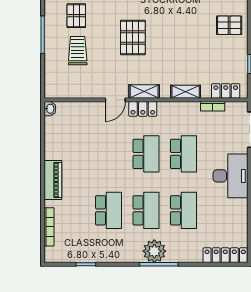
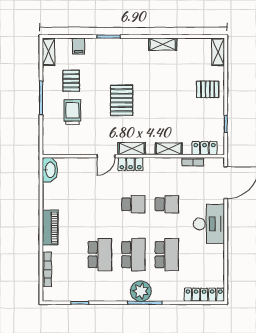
washbasin: (50, 109) -> (50, 170), width x1.91, depth x1.45
school desk: (146, 154) -> (133, 204), width x0.54
school desk: (183, 154) -> (167, 204), width x0.54

